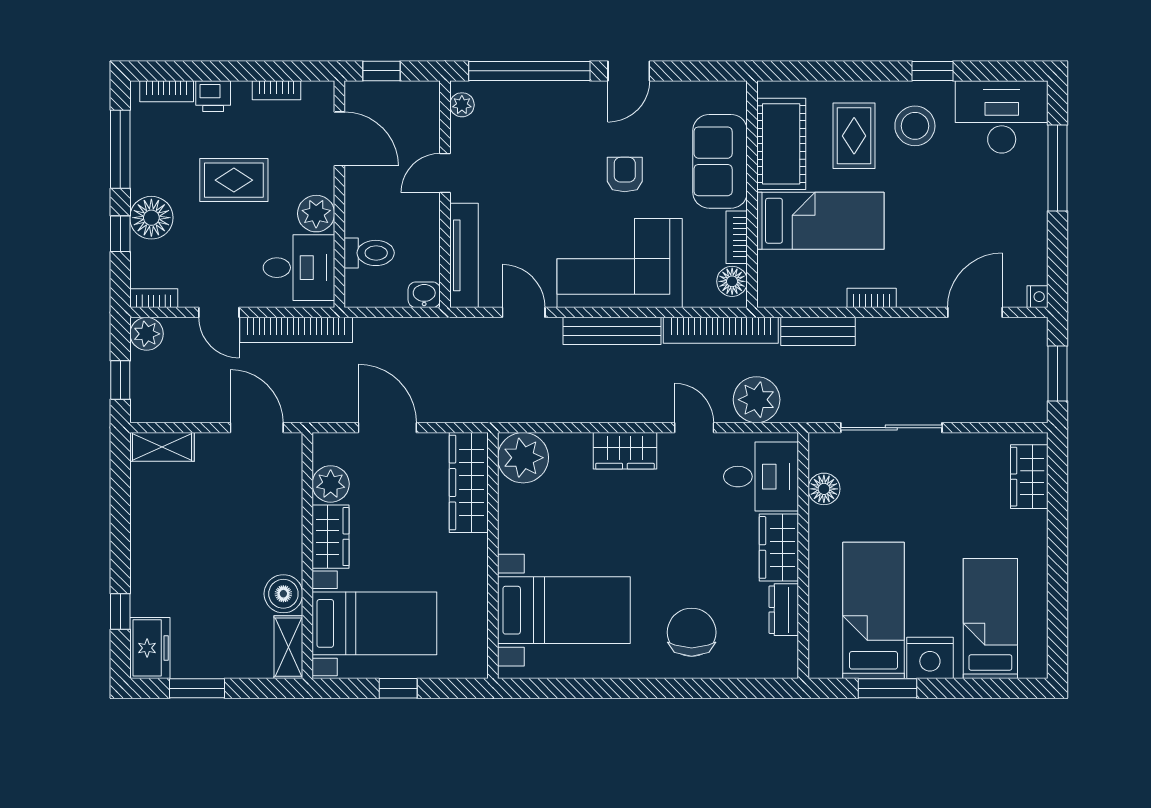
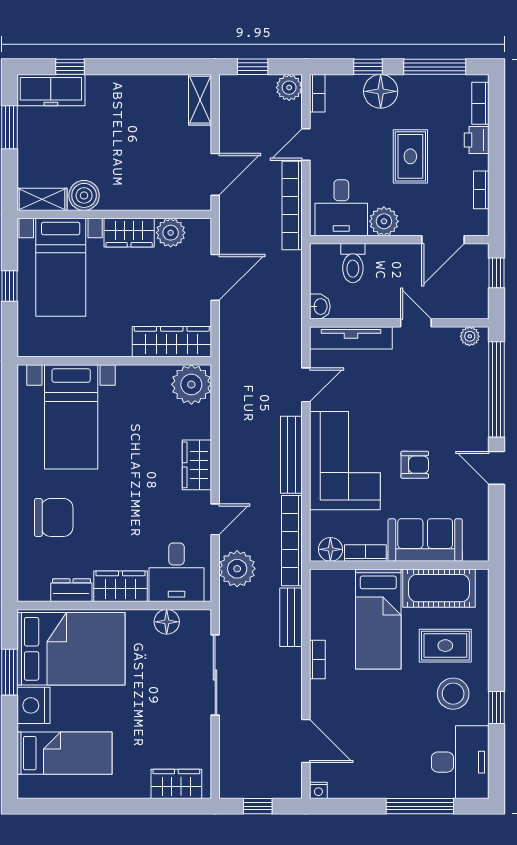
window: (1058, 374) -> (258, 806), width x0.67
bed: (874, 610) -> (71, 649), width x1.50
freezer: (150, 648) -> (51, 90), width x1.40

